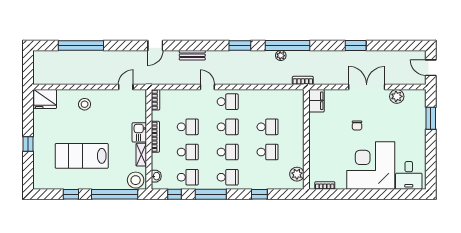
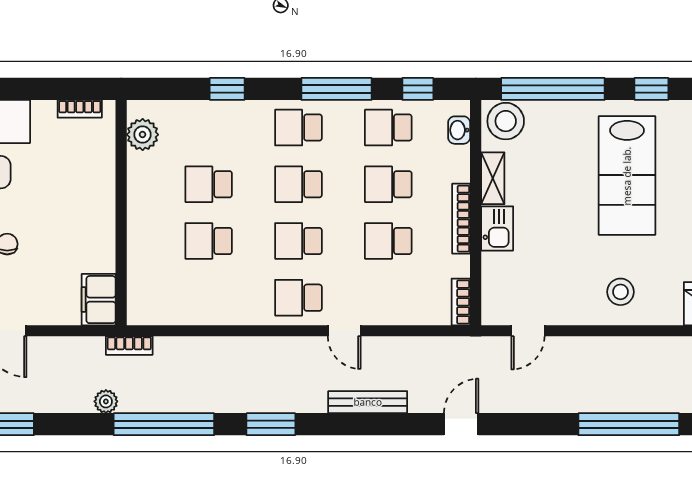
bench: (192, 55) -> (368, 402), width x1.36
plant: (281, 56) -> (106, 401), moved
lab bench: (82, 156) -> (627, 176), turned 90

